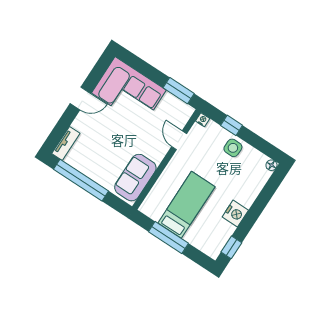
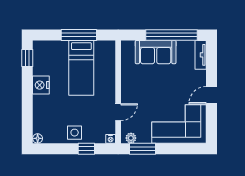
plant: (183, 108) -> (131, 138), added
door: (179, 140) -> (118, 112), hinge flipped
sofa: (135, 178) -> (156, 52), moved, turned 90

